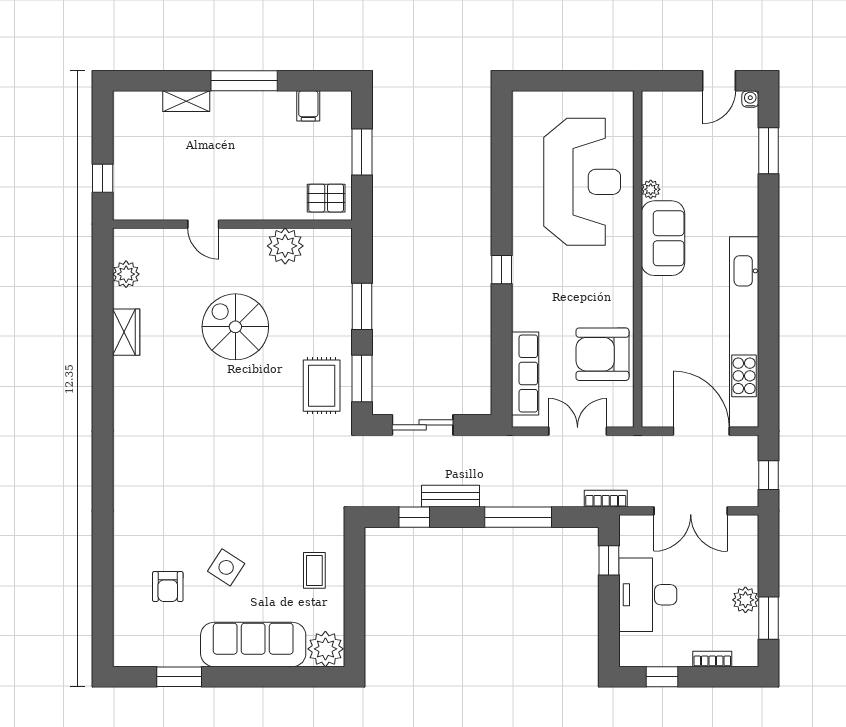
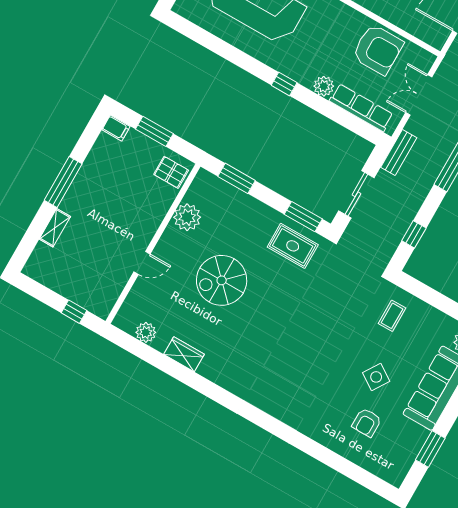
filing cabinet: (308, 106) -> (116, 128), moved
pallet: (326, 198) -> (171, 172), turned 90
window: (362, 306) -> (236, 178), moved
plant: (525, 316) -> (324, 86), added
armchair: (602, 354) -> (378, 49), turned -90
bench: (451, 496) -> (399, 152), moved
coffee table: (314, 570) -> (392, 316), moved, turned 90
armchair: (168, 587) -> (367, 422), turned 90

